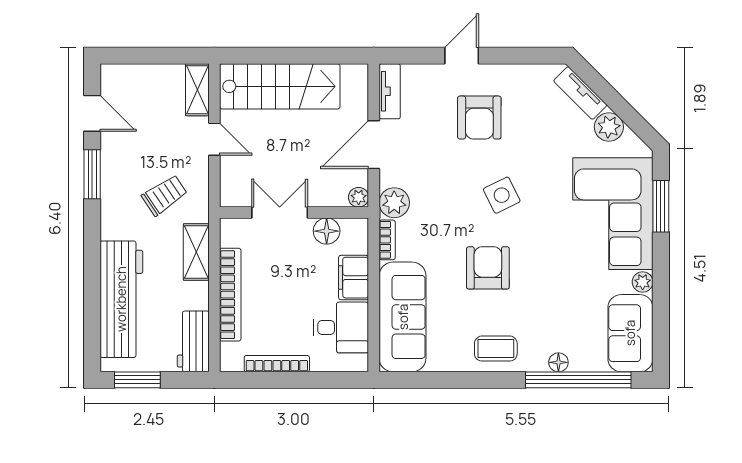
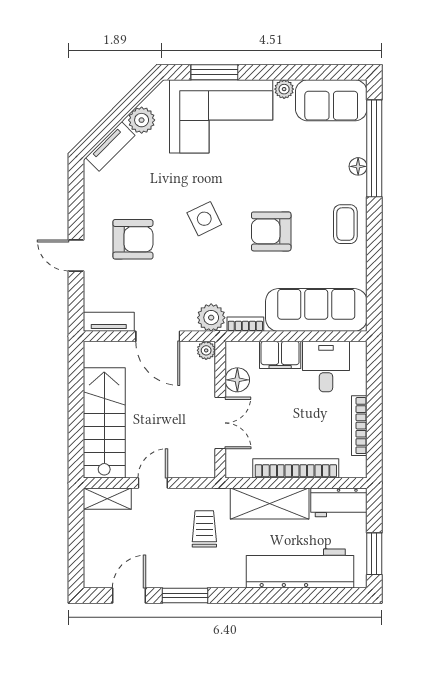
trolley: (164, 195) -> (204, 529), turned 34
double door: (280, 213) -> (220, 423), swing flipped
shelving: (196, 252) -> (270, 504), width x1.50, depth x1.33

